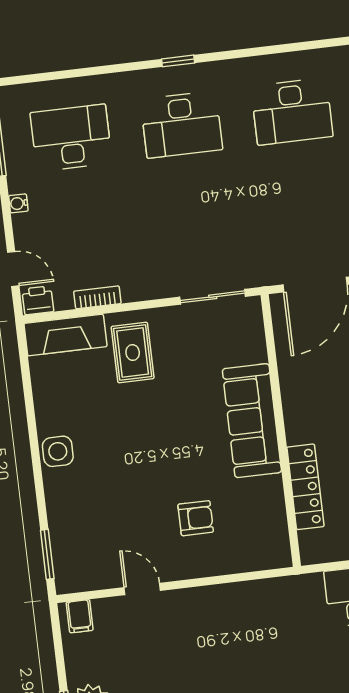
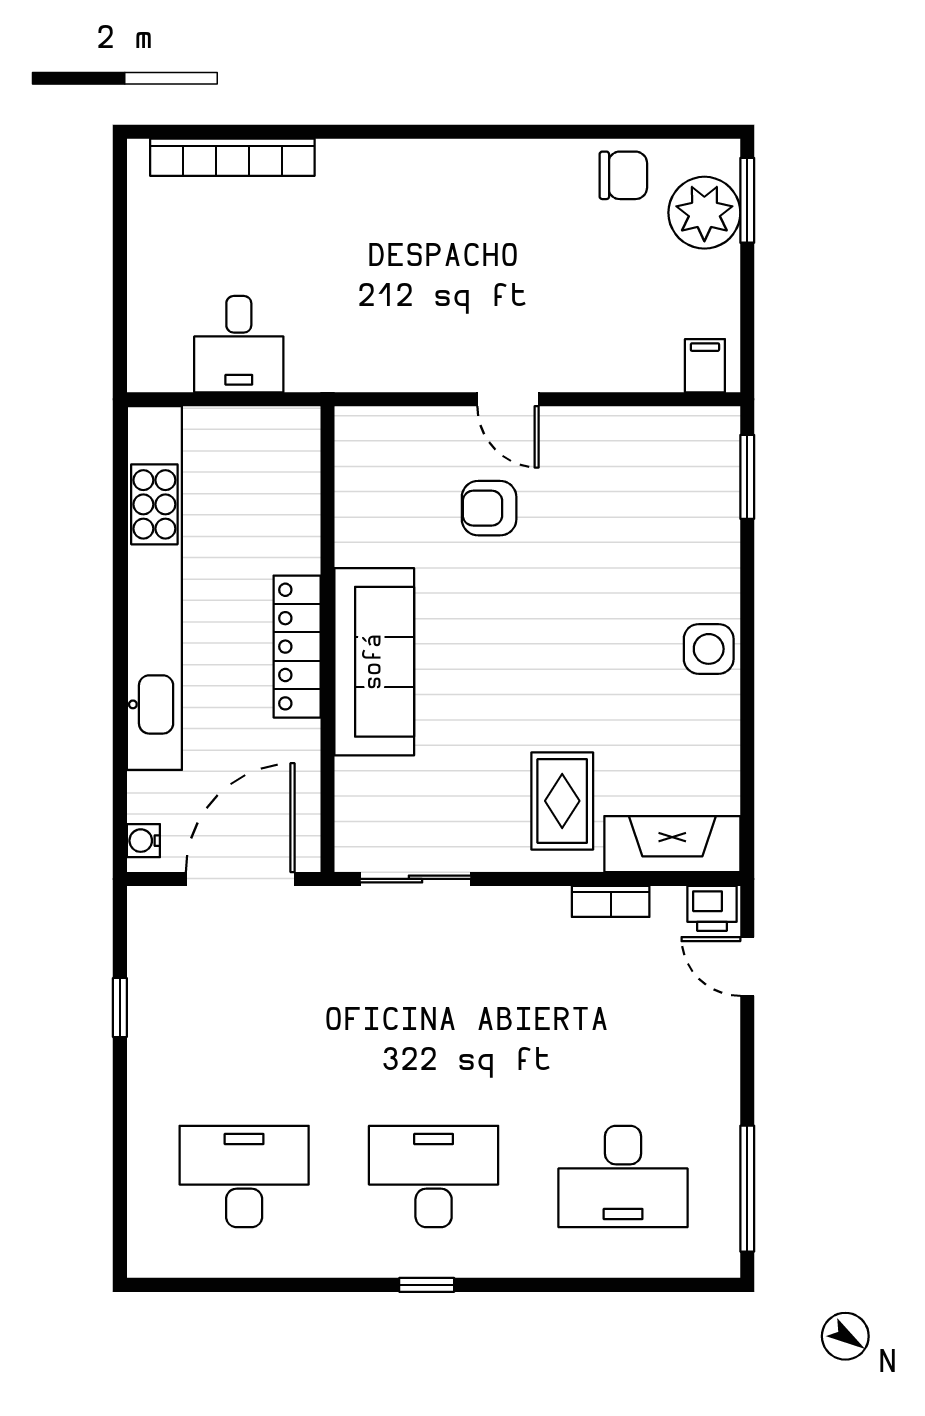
water cooler: (18, 203) -> (725, 1076), removed
locker: (305, 487) -> (297, 647), moved
door: (142, 589) -> (508, 399), moved

